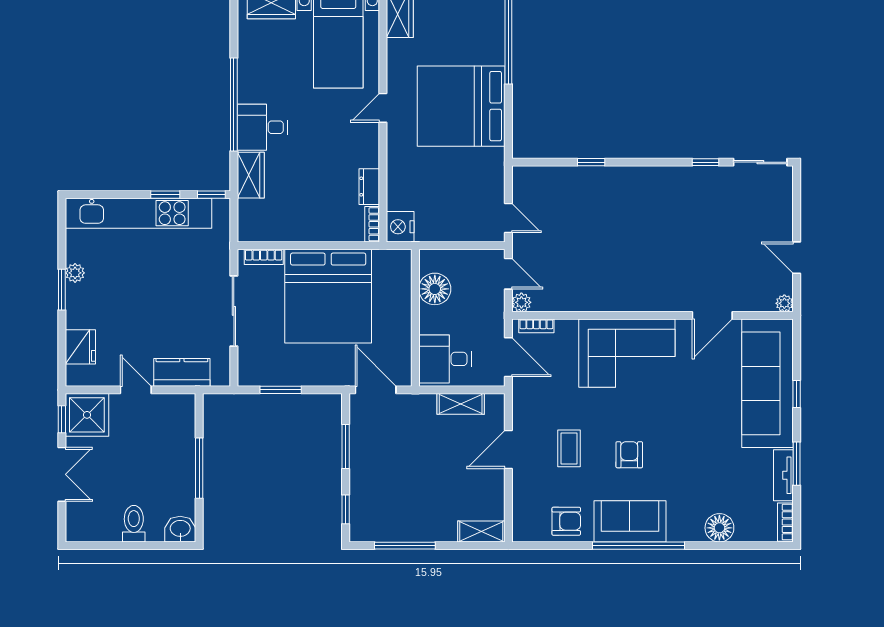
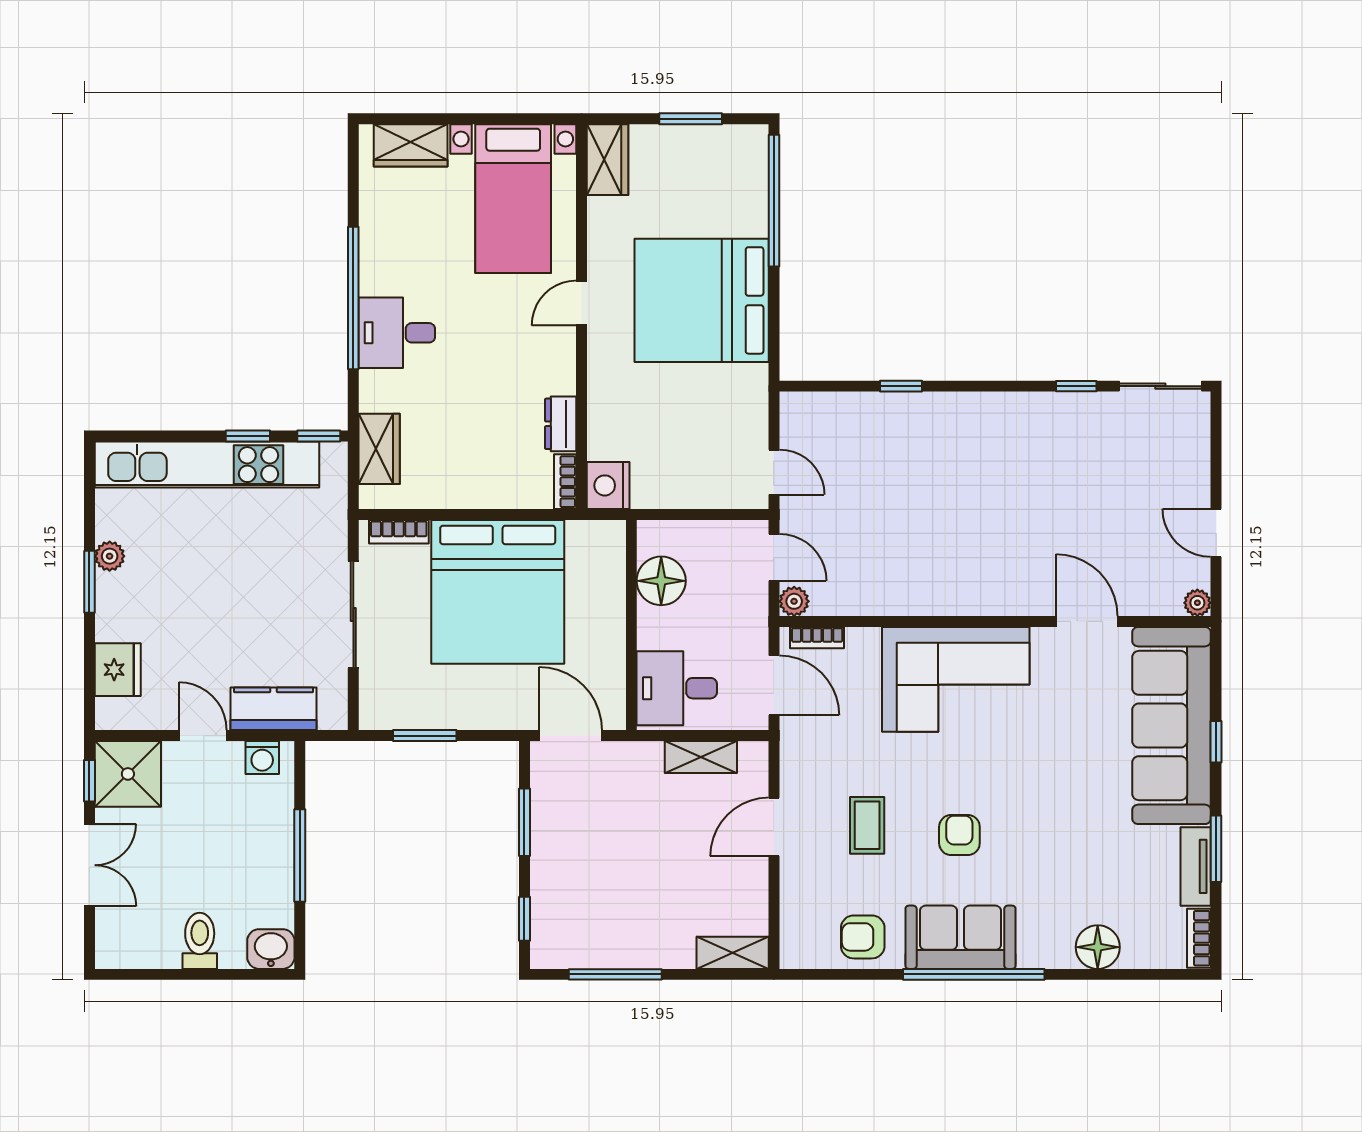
wardrobe: (251, 175) -> (379, 449), moved
door: (712, 315) -> (1087, 621), swing flipped
washing machine: (175, 404) -> (262, 757), added
armchair: (566, 521) -> (863, 937), turned 180

